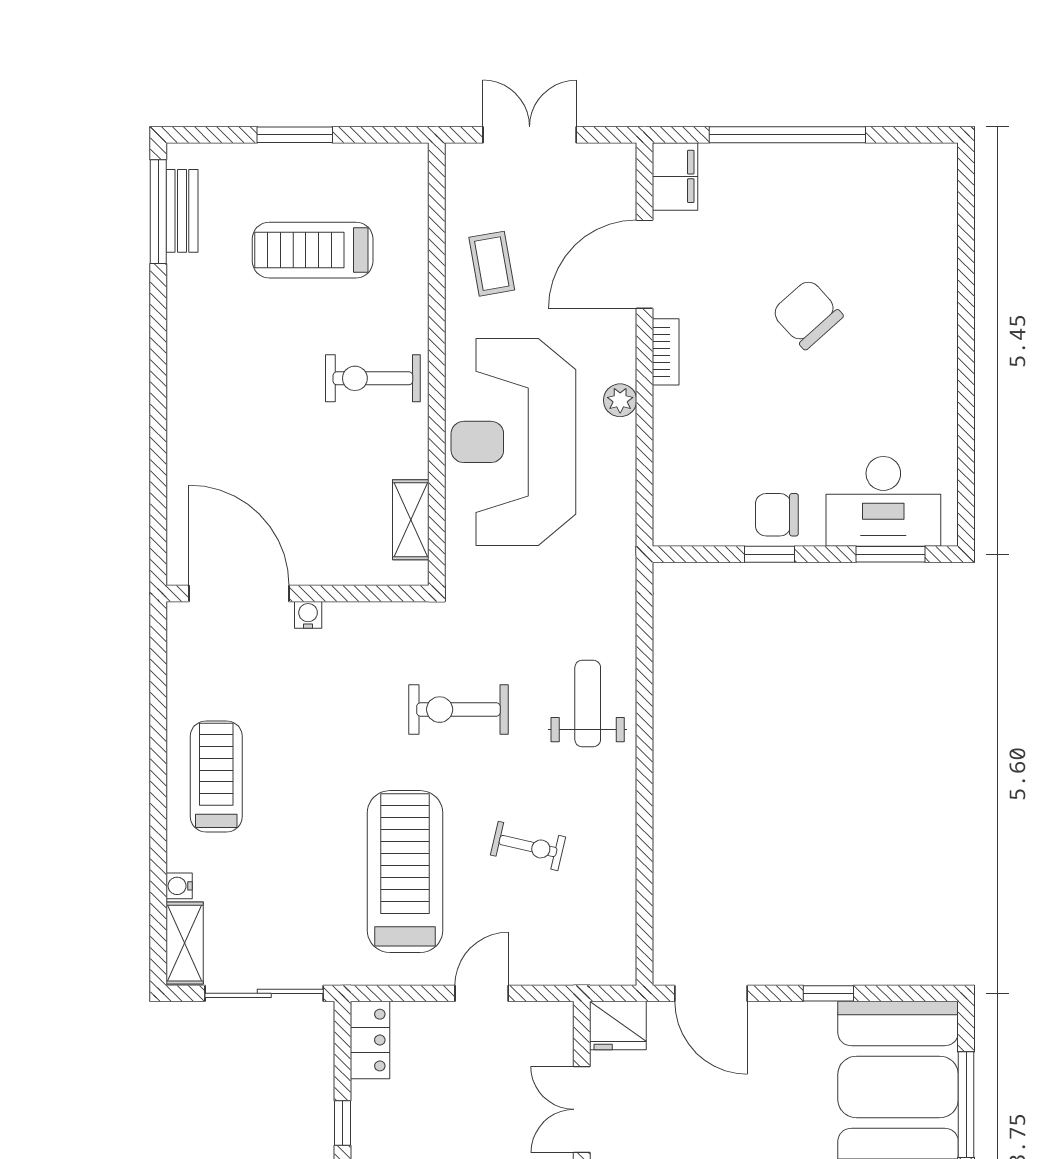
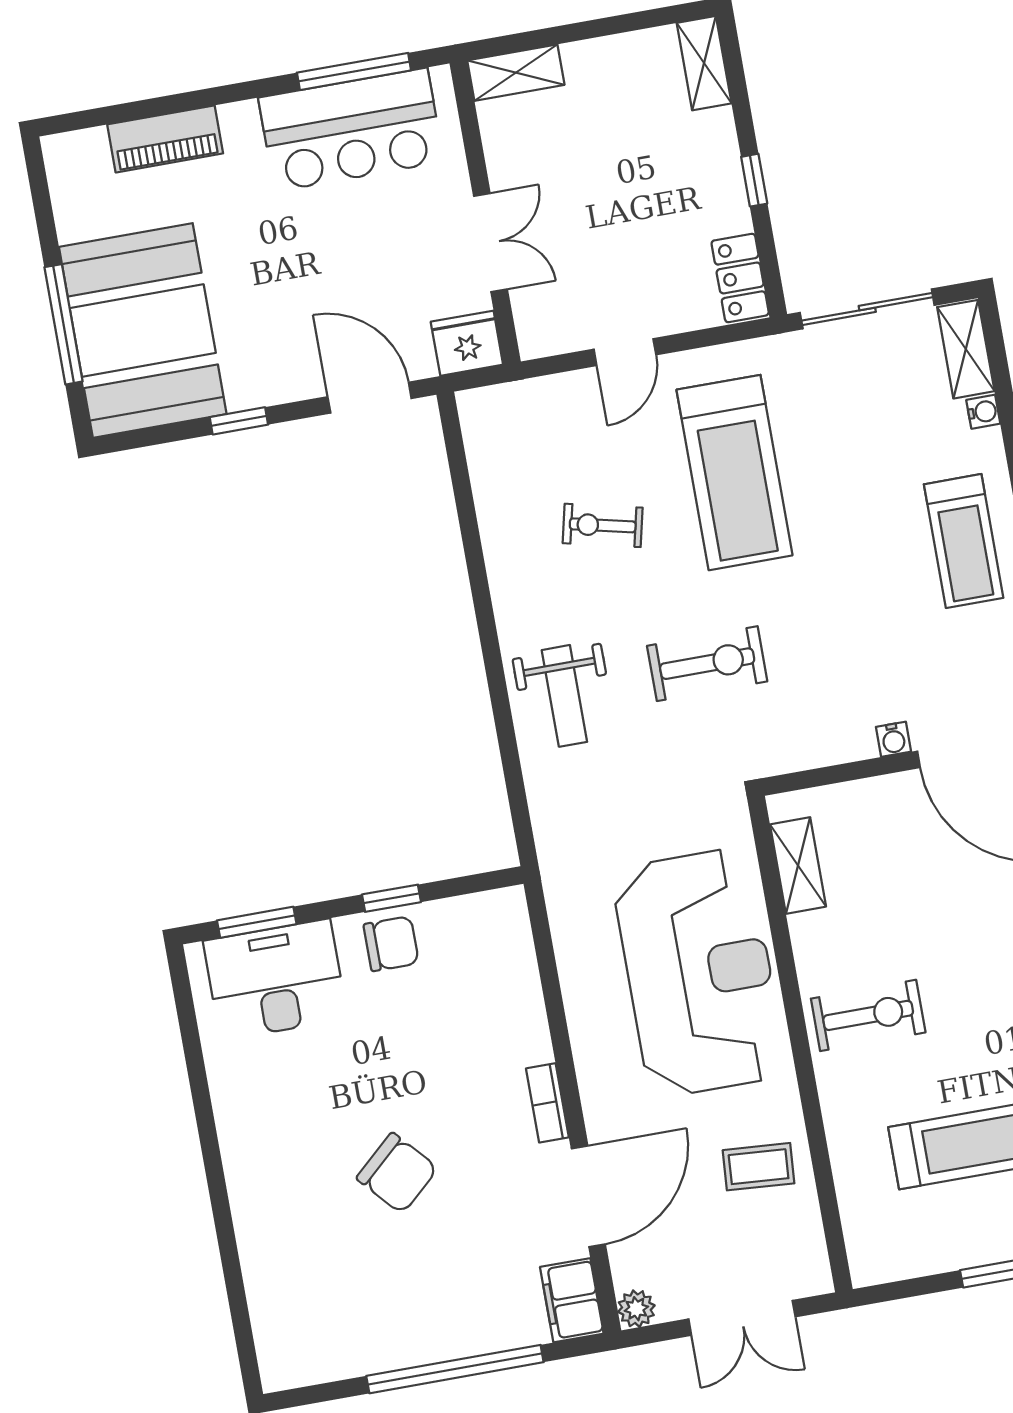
coffee table: (492, 264) -> (759, 1167), turned -76
plant: (620, 400) -> (636, 1309), moved

